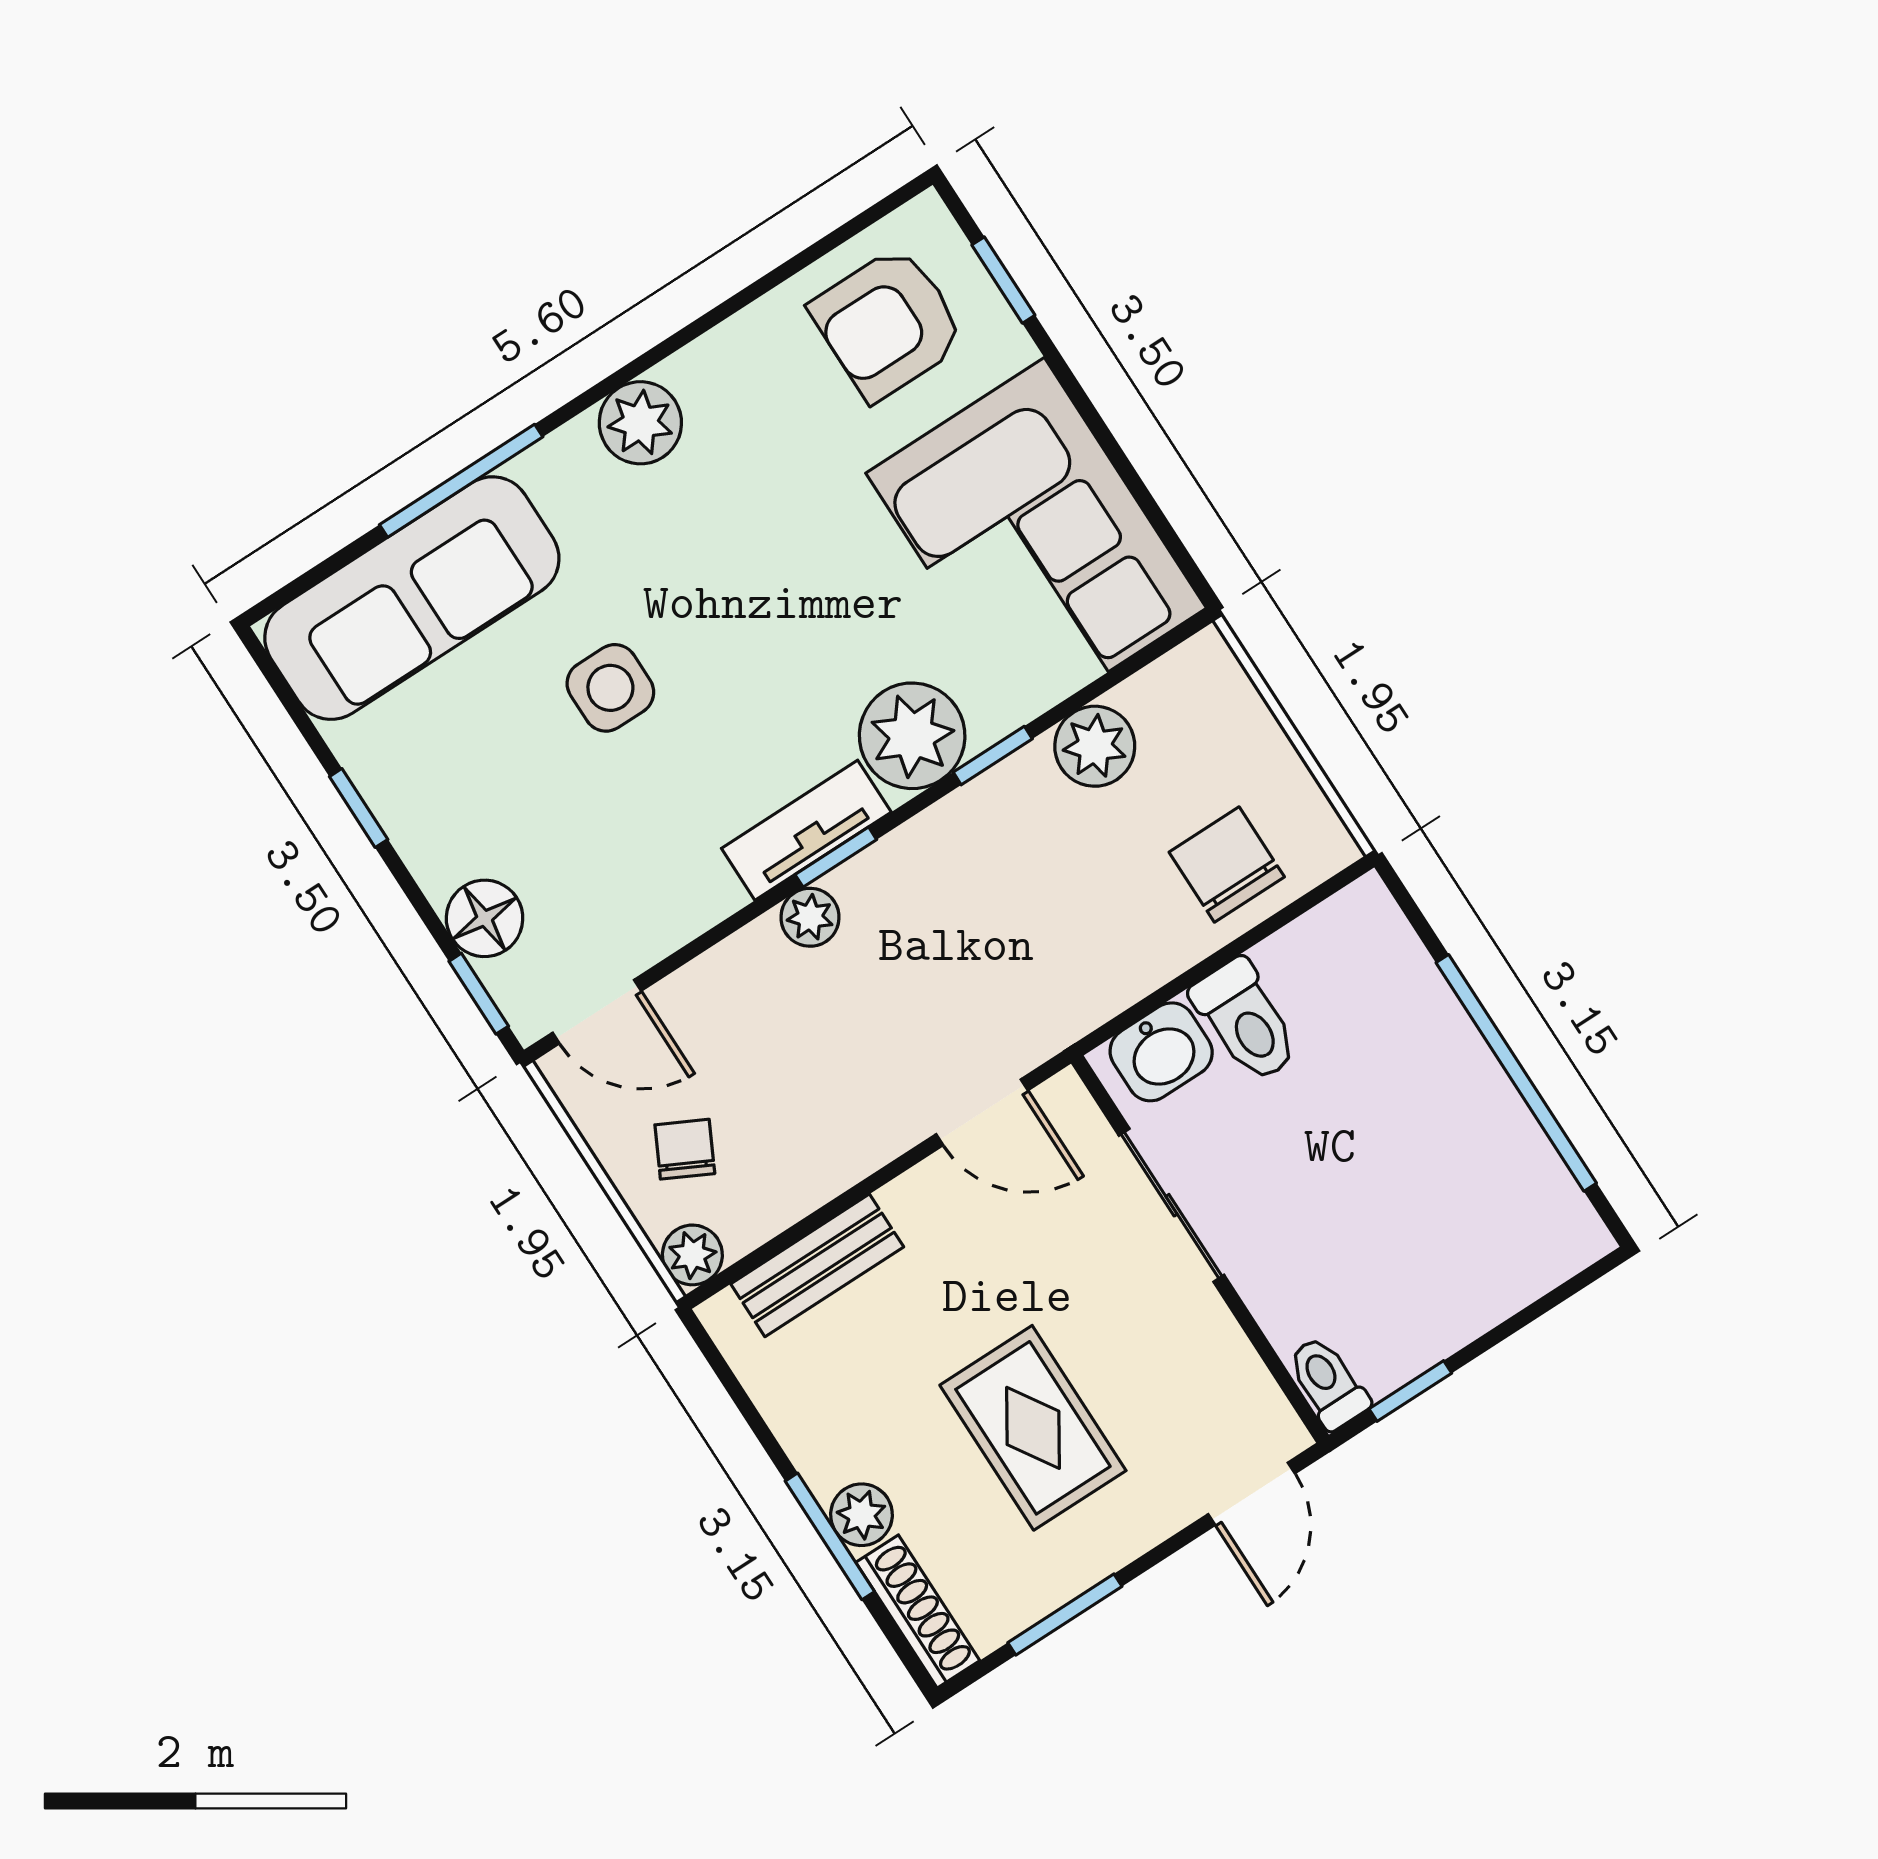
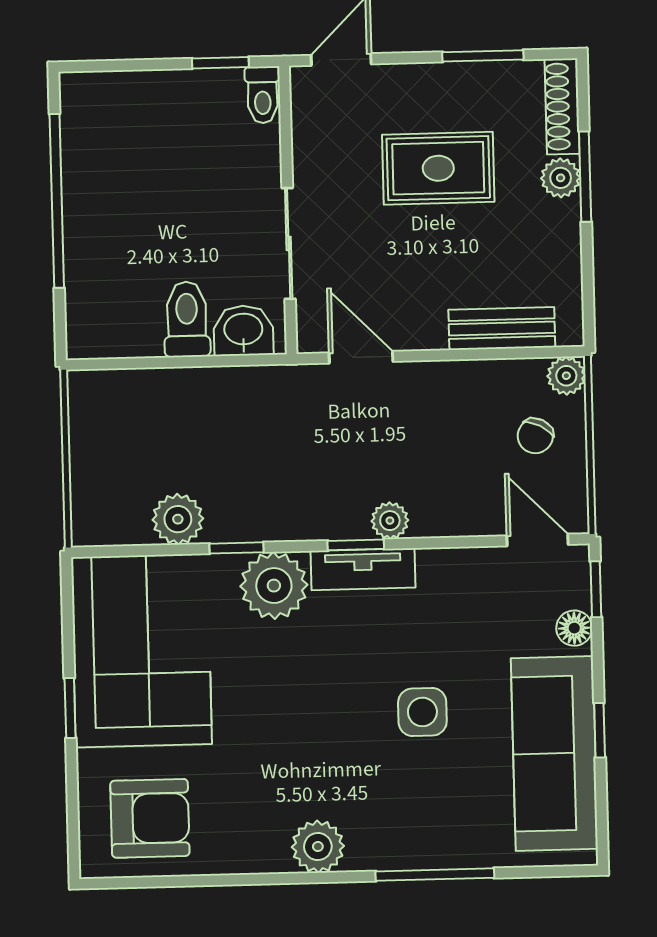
window: (1003, 280) -> (70, 708), moved
sofa: (412, 598) -> (554, 753), moved, turned -90
chair: (1227, 865) -> (145, 411), removed
floor lamp: (485, 918) -> (574, 628), width x0.73, depth x0.73
rug: (1033, 1428) -> (438, 168), turned 90

